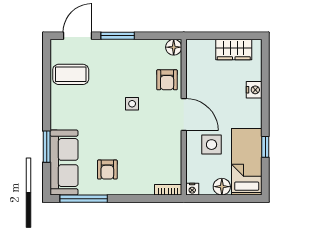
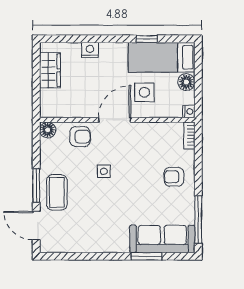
coffee table: (71, 74) -> (57, 192), moved
armchair: (107, 170) -> (174, 177), moved, turned 180

